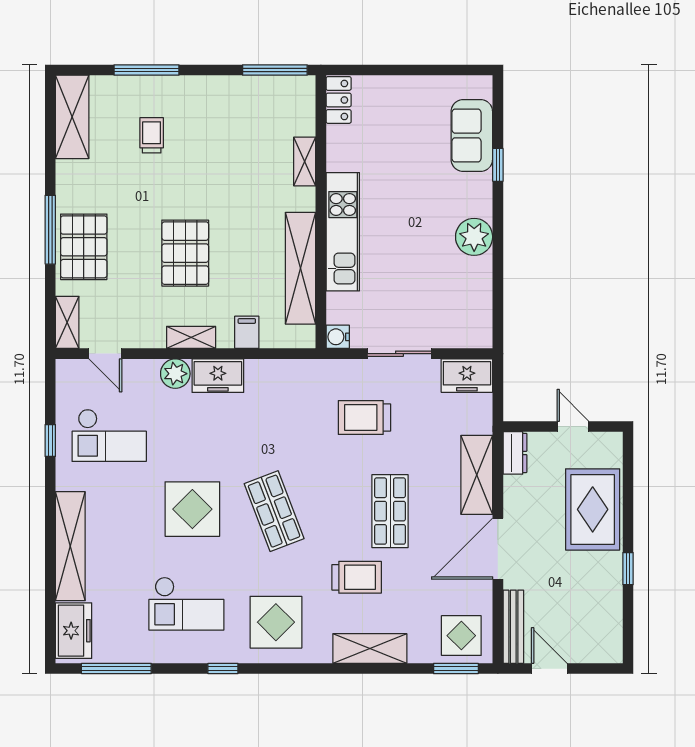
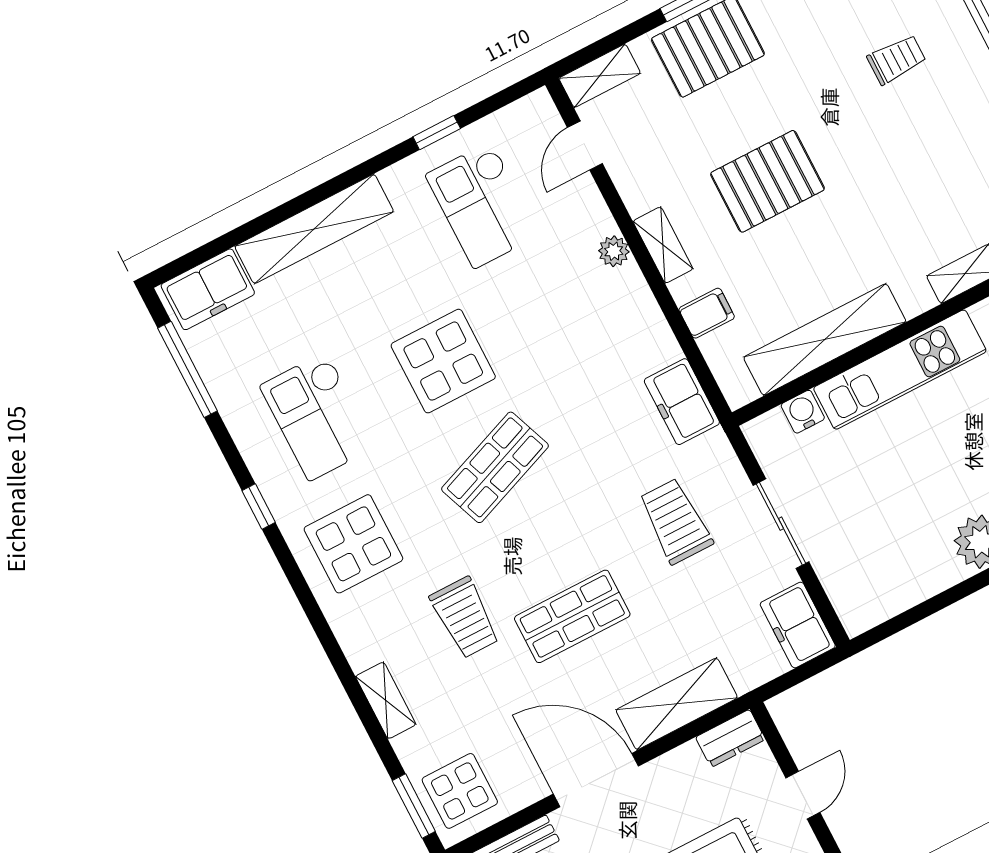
water cooler: (338, 337) -> (803, 412), moved
plant: (175, 374) -> (614, 251), width x0.73, depth x0.73
freezer: (218, 376) -> (682, 402), moved
shelving: (370, 649) -> (386, 700), width x0.67, depth x0.75

